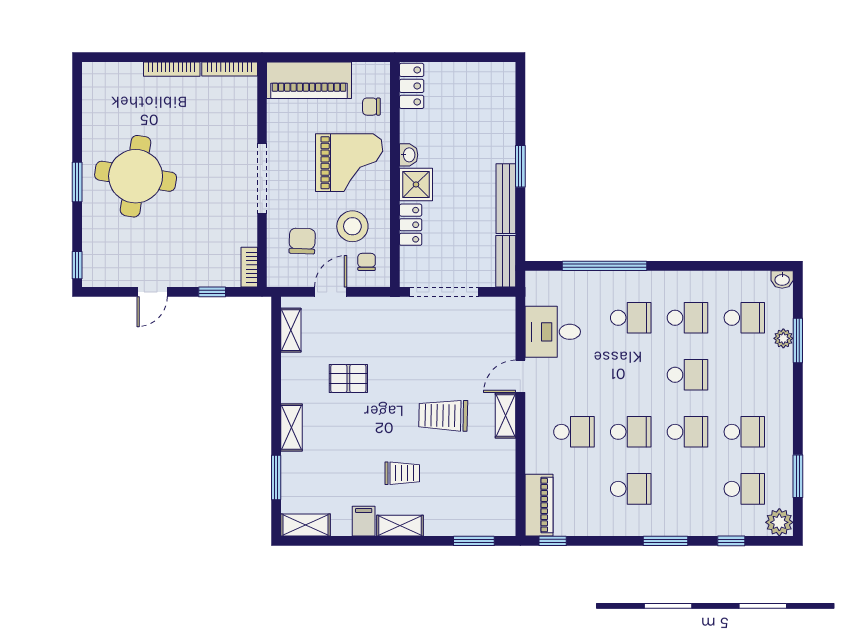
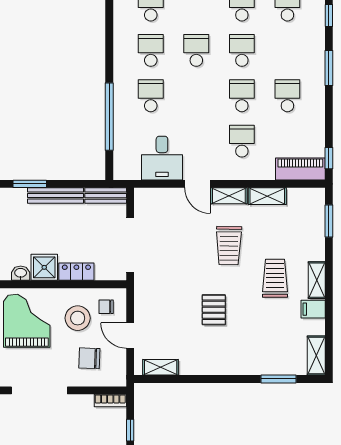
pallet: (348, 378) -> (214, 310), moved
shelving: (292, 427) -> (267, 196), moved
trolley: (402, 473) -> (275, 278), width x1.36, depth x1.39

